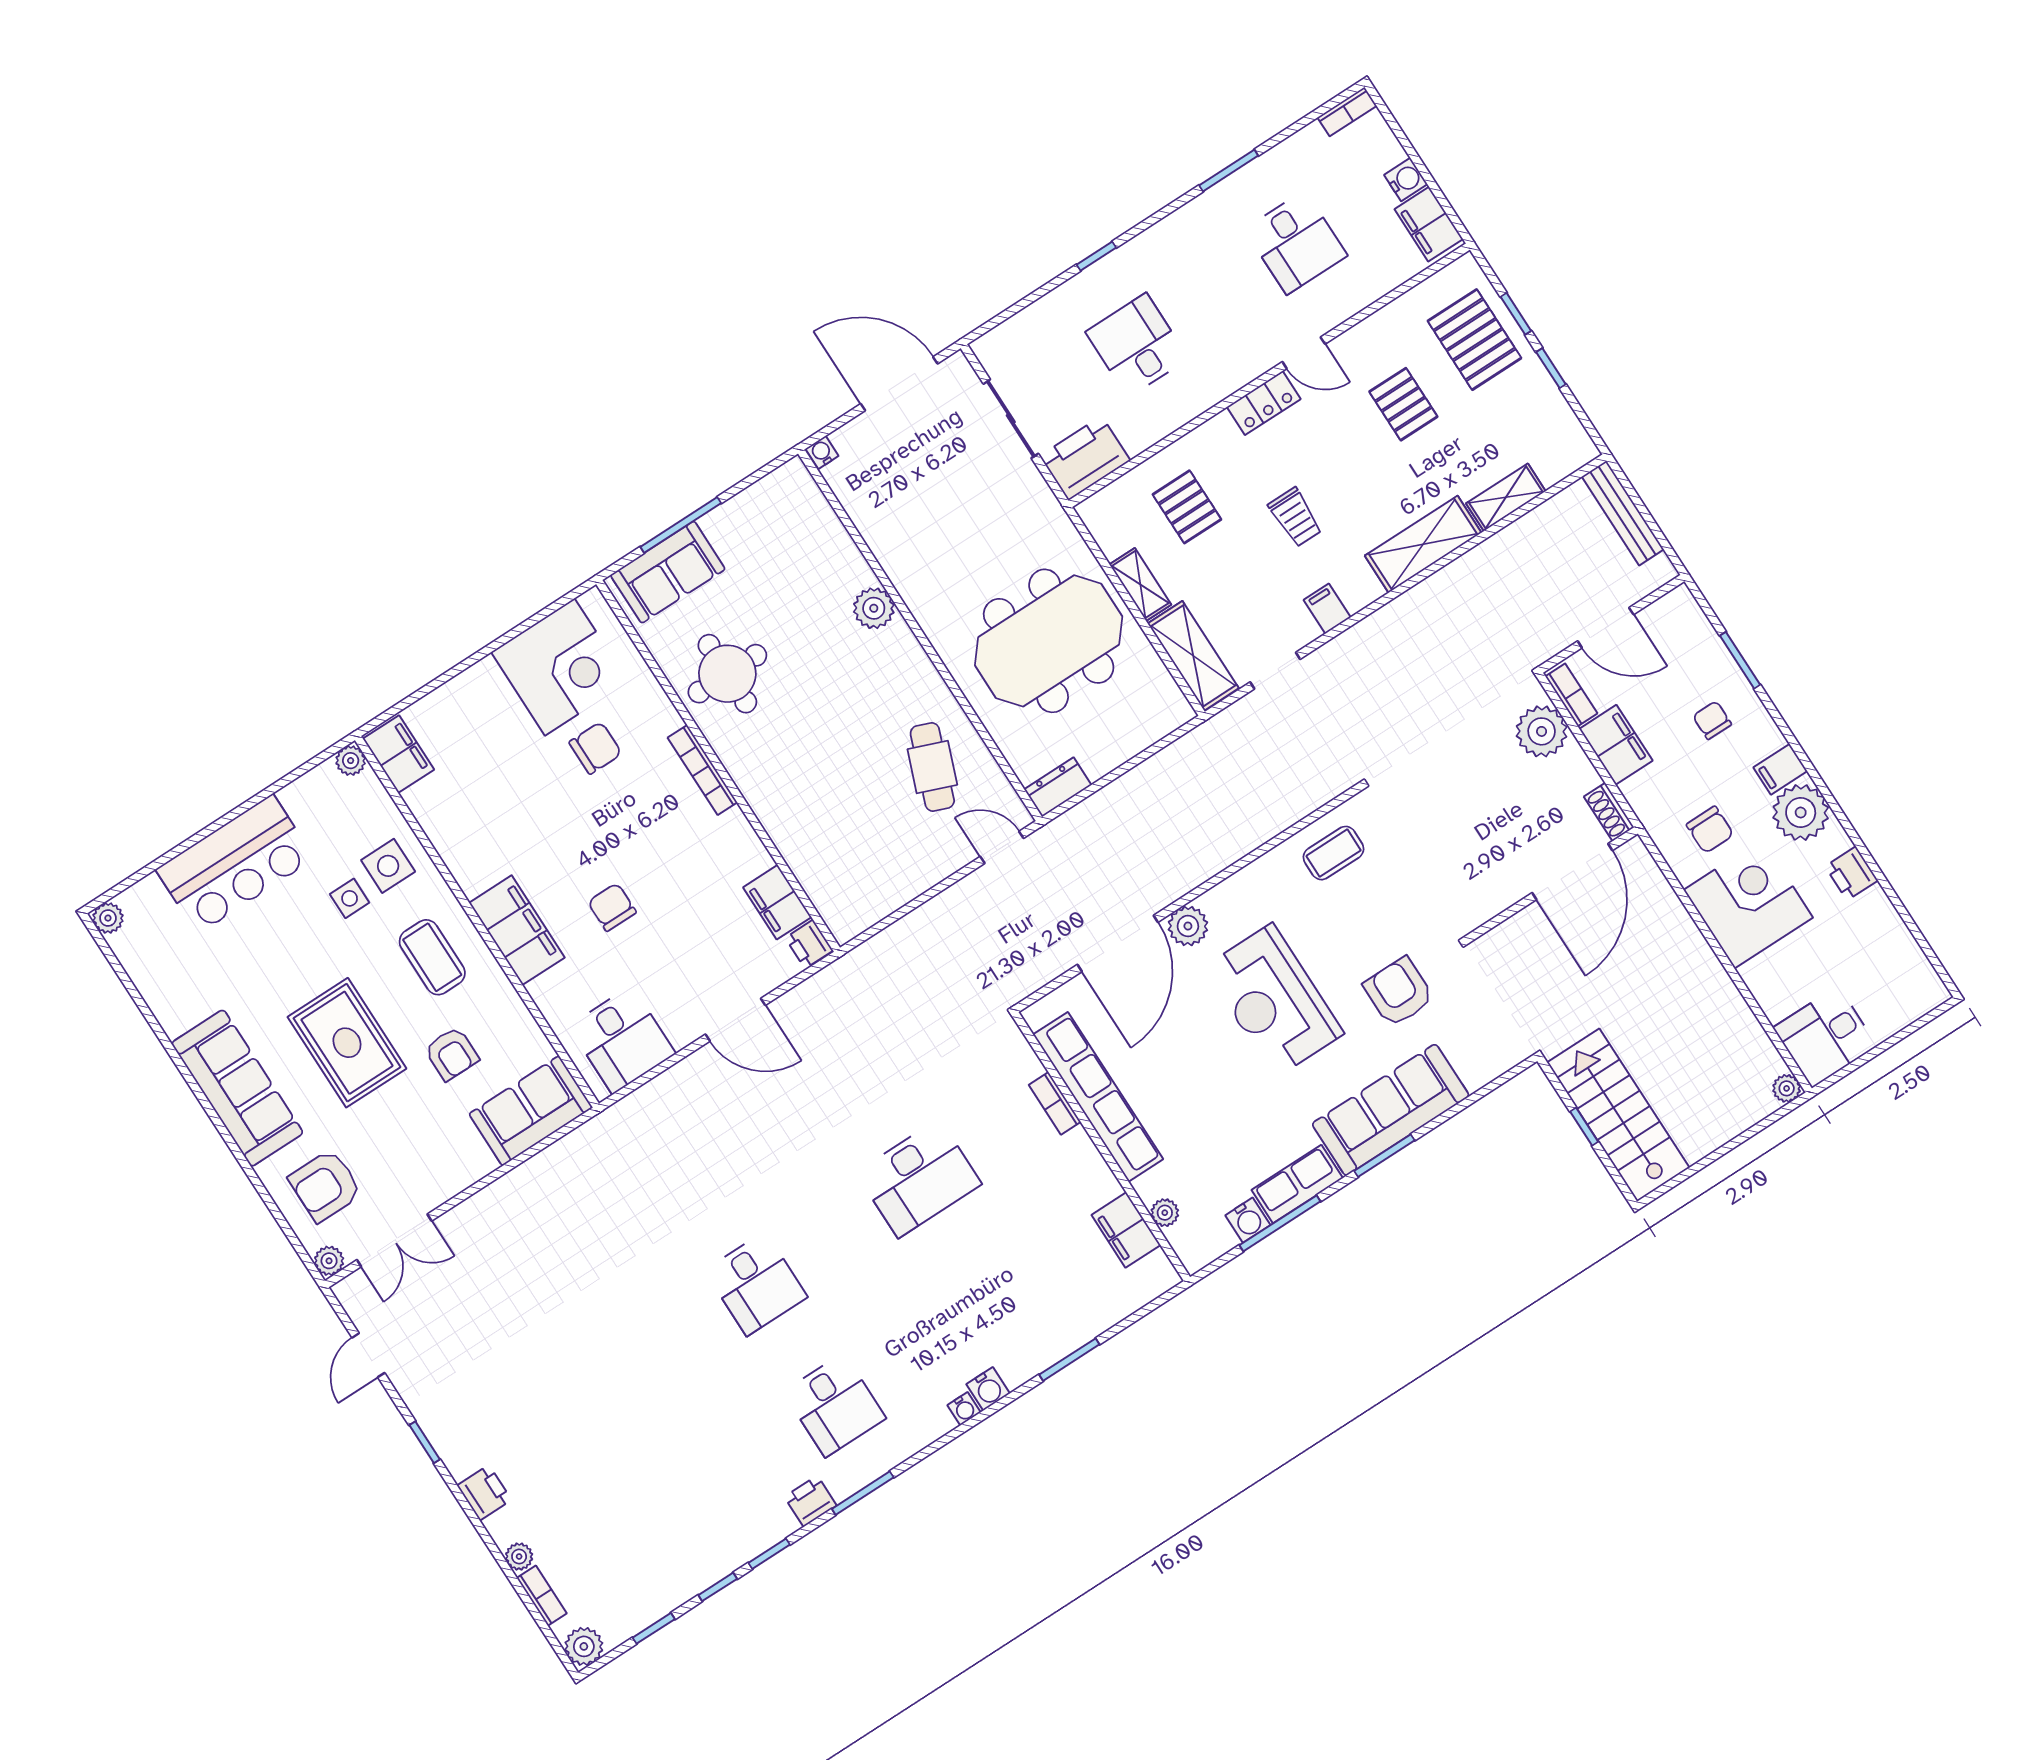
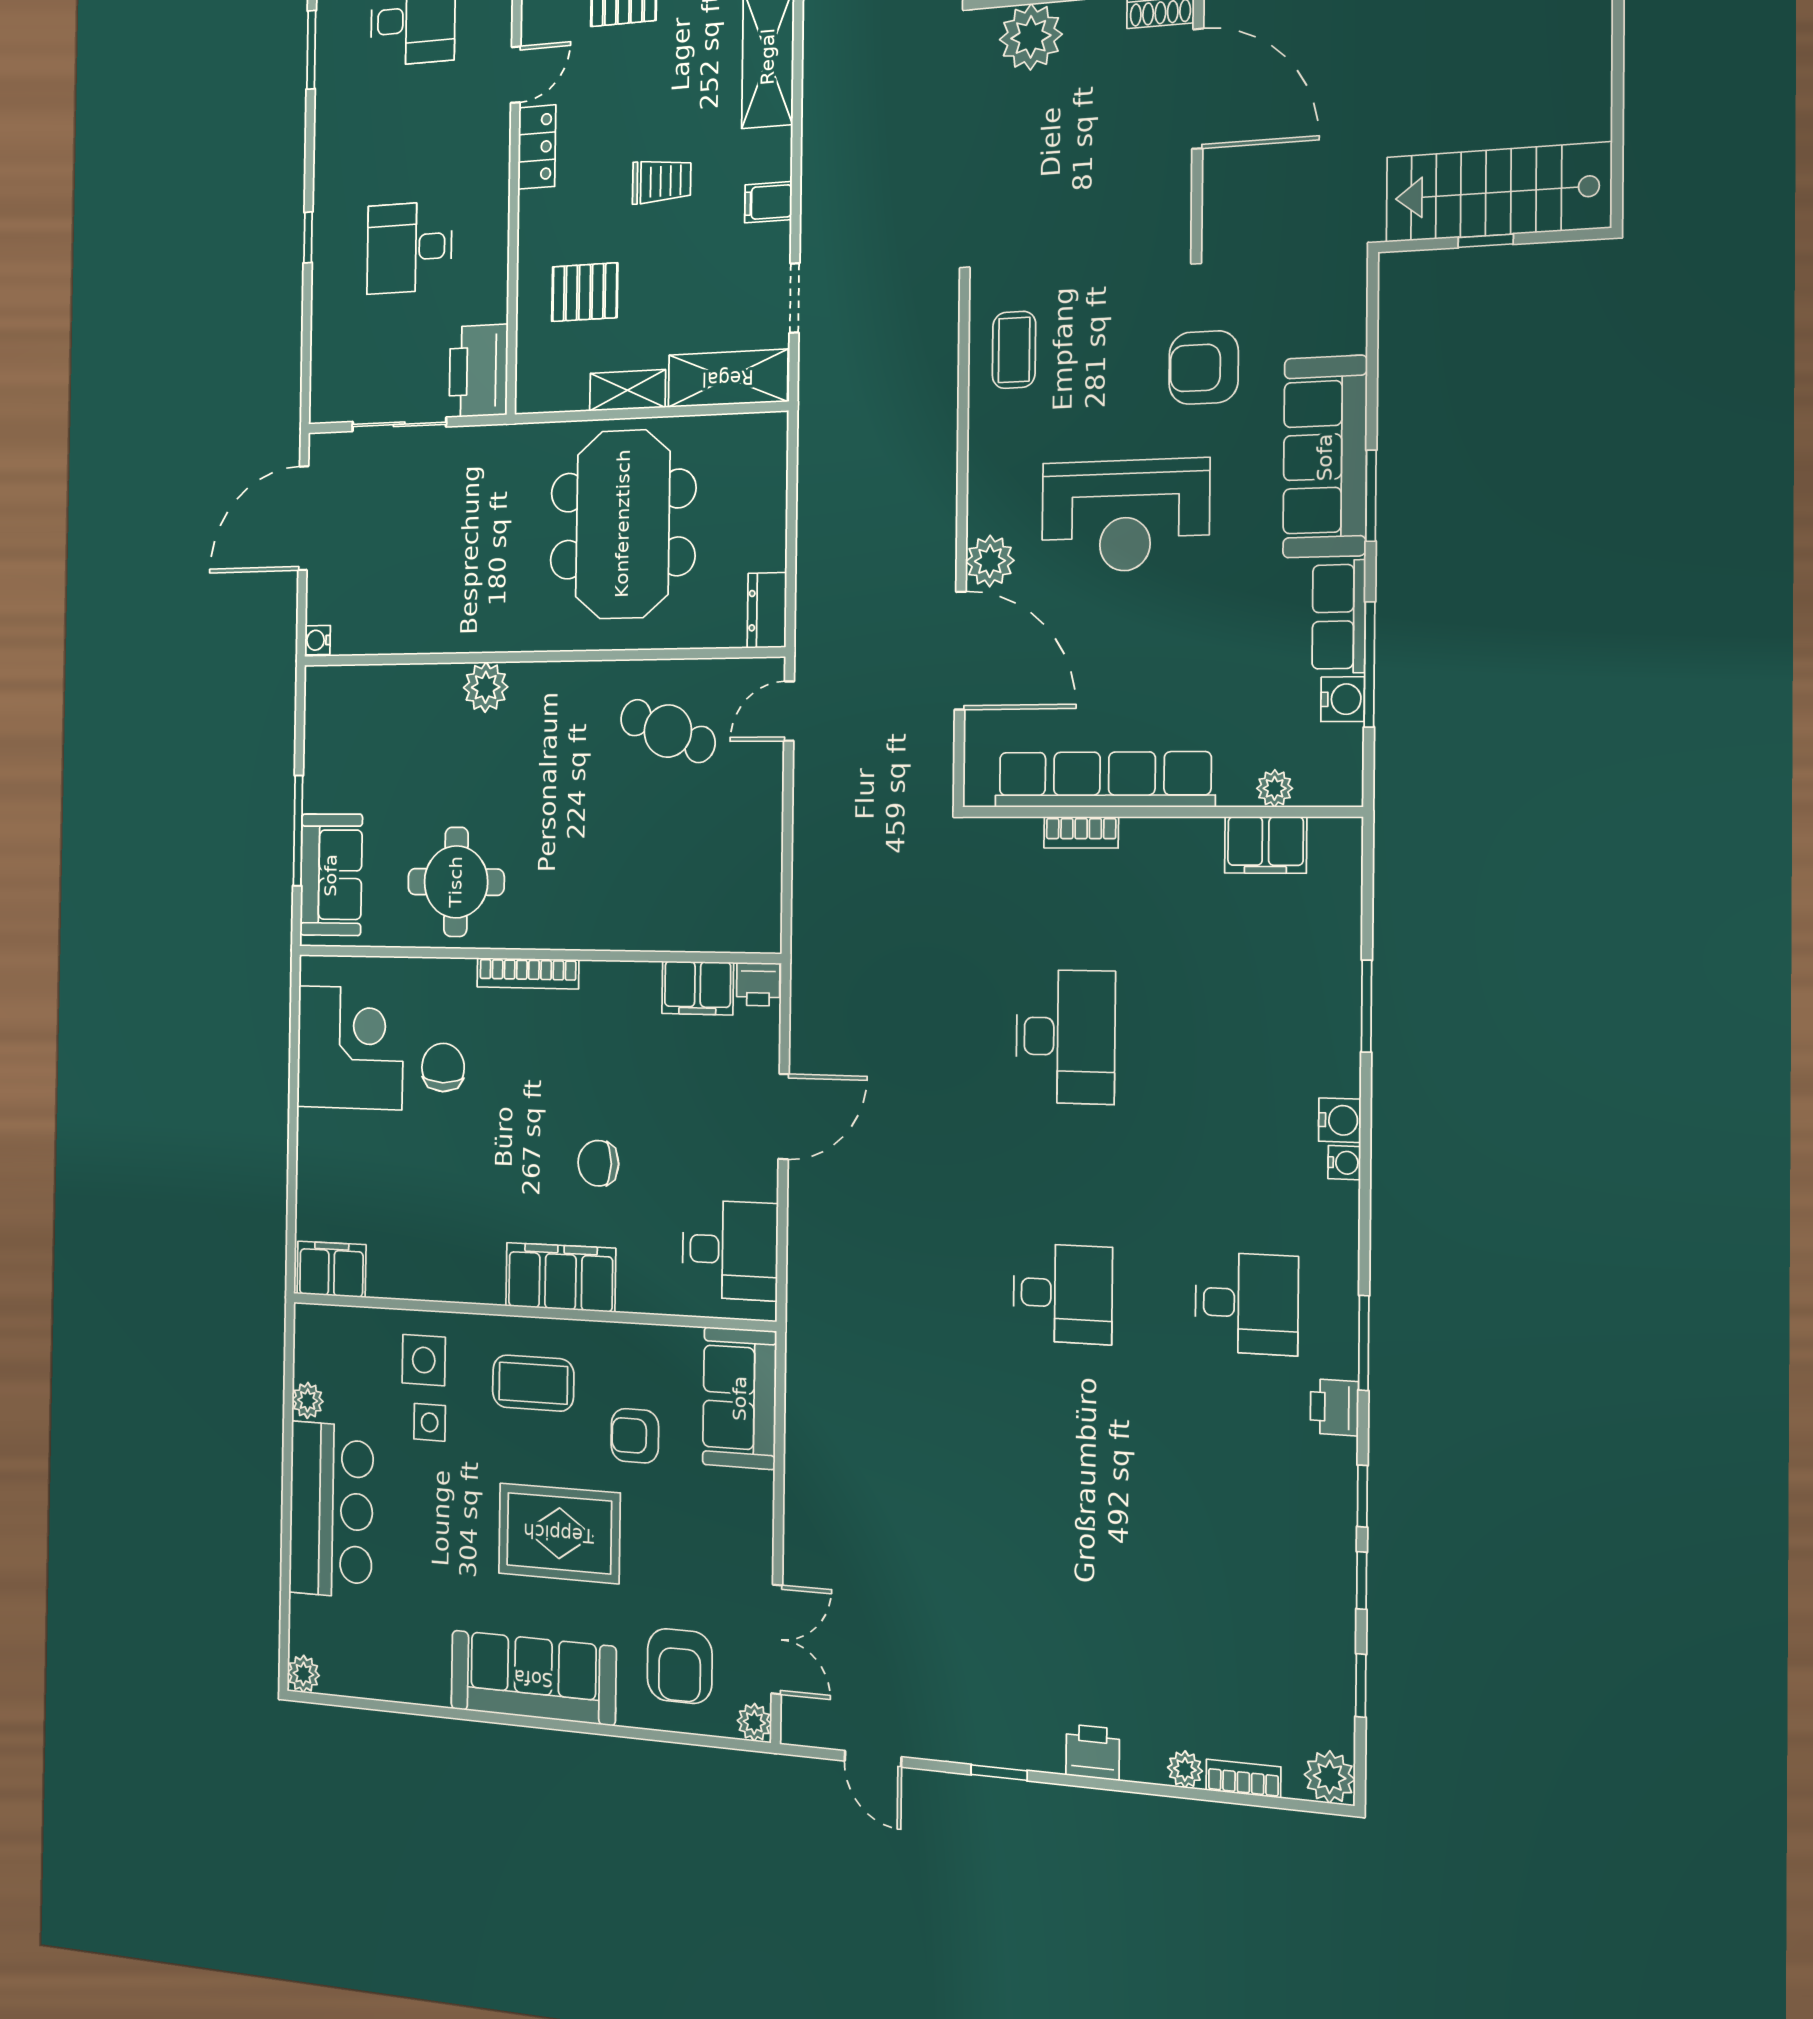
plant: (351, 761) -> (308, 1400), moved
armchair: (452, 1054) -> (635, 1436), turned 180

